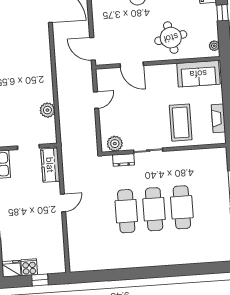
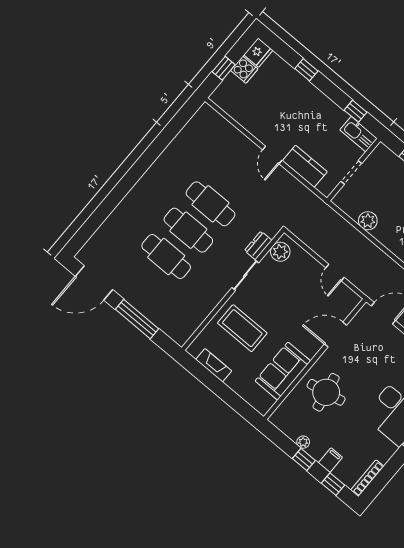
plant: (214, 46) -> (303, 442), moved
sofa: (198, 74) -> (283, 371), moved
kitchen counter: (50, 165) -> (305, 166), moved

